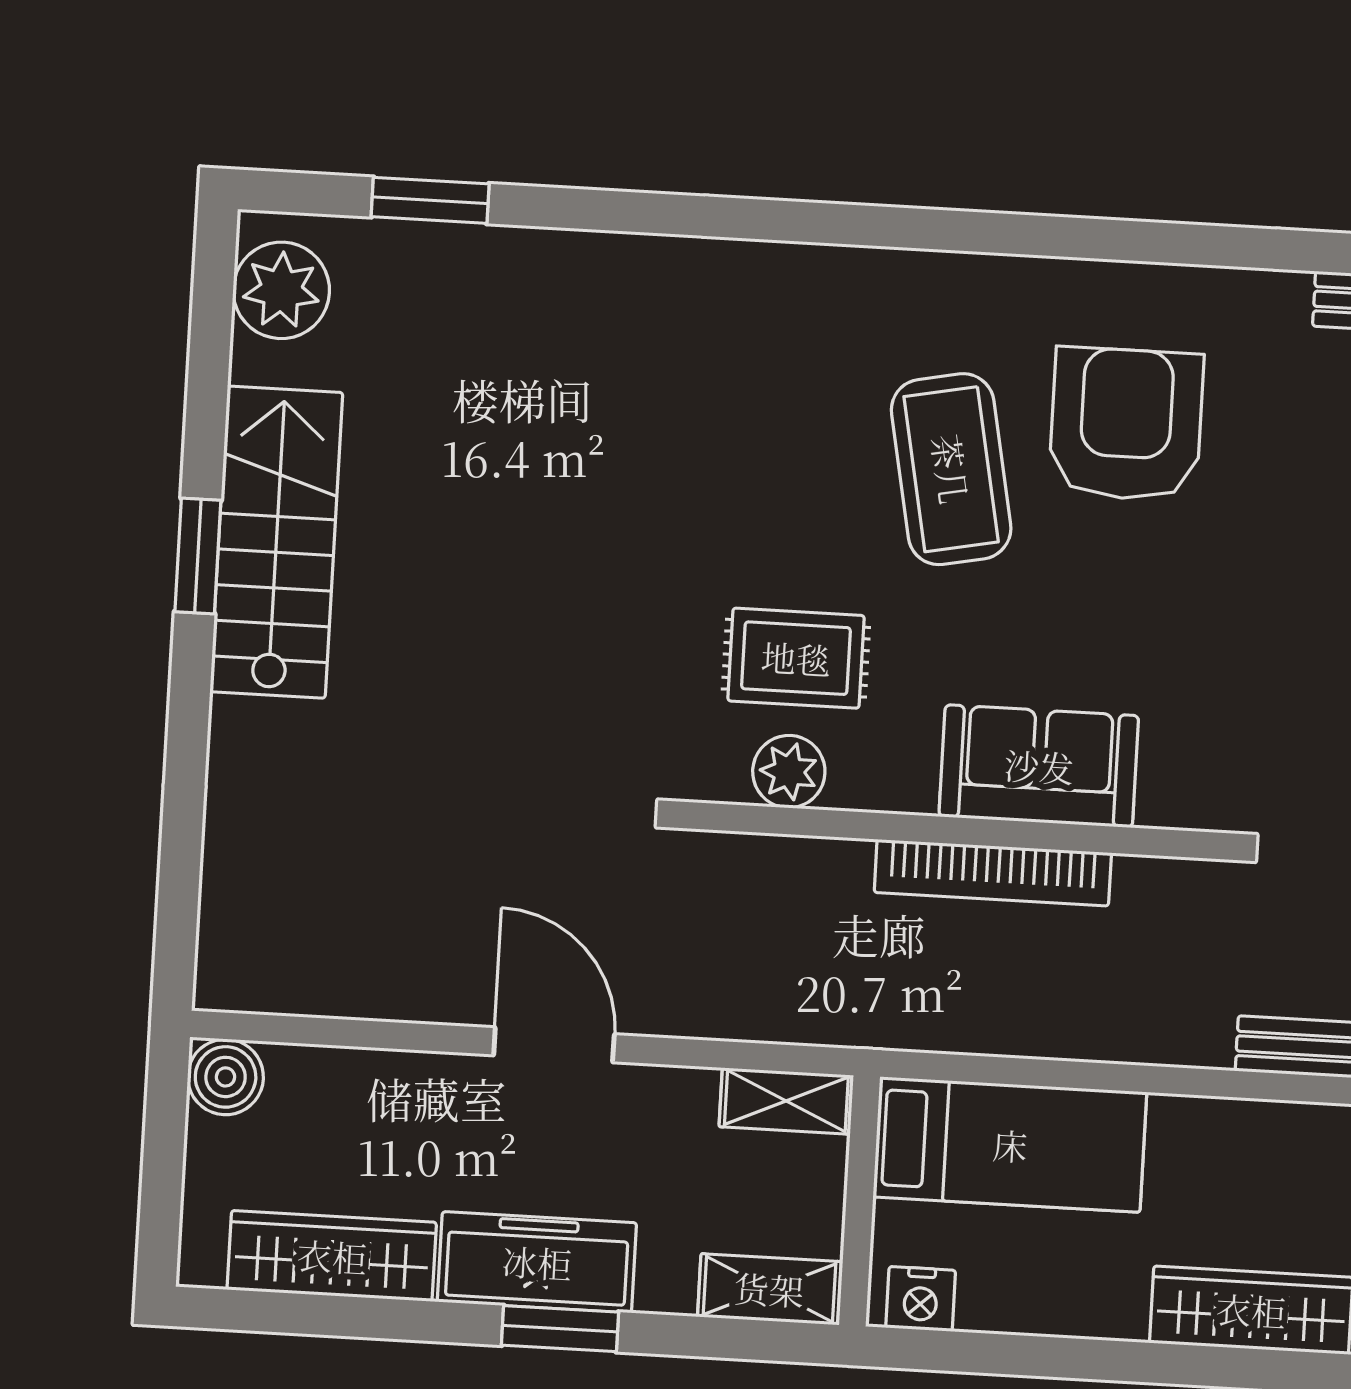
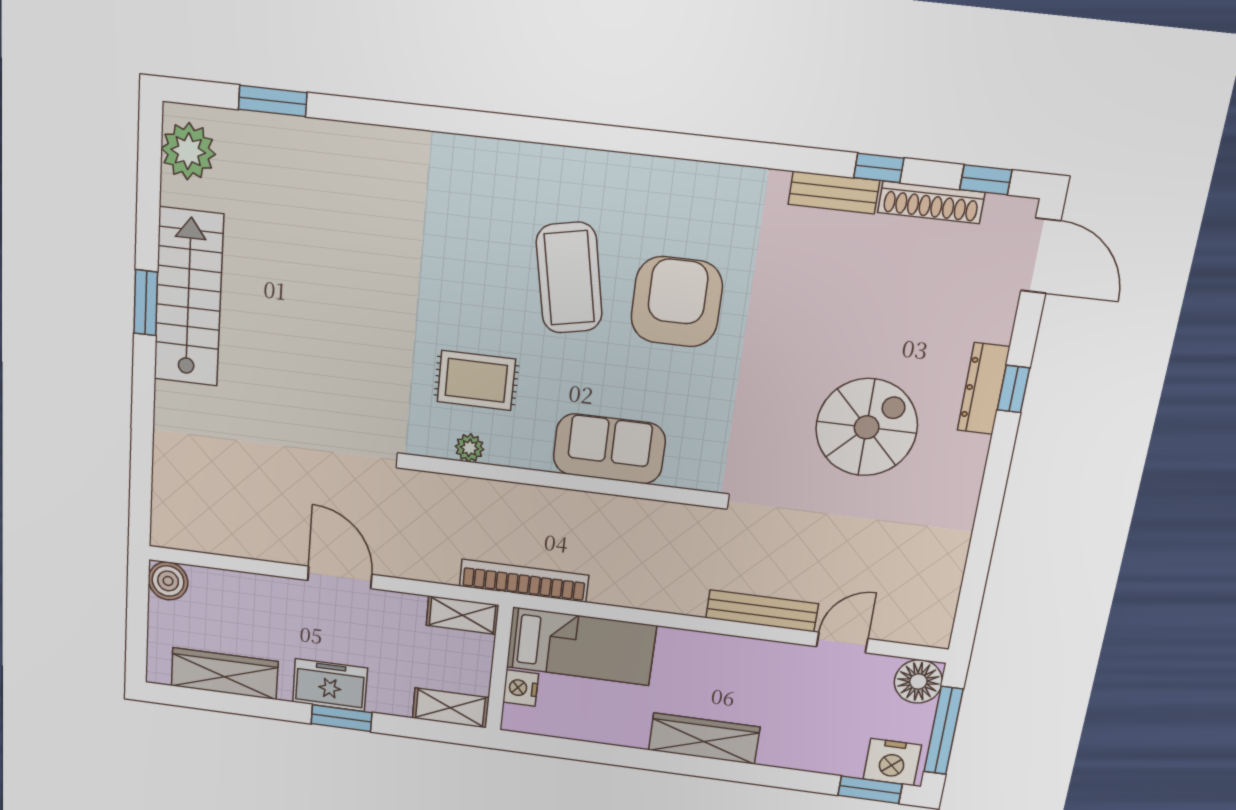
armchair: (1126, 424) -> (677, 302), moved
plant: (789, 772) -> (469, 448), width x0.73, depth x0.73
bookcase: (993, 873) -> (524, 581), moved, turned 180
freezer: (537, 1262) -> (330, 685), width x0.71
nightstand: (921, 1299) -> (521, 688), moved, turned 90

